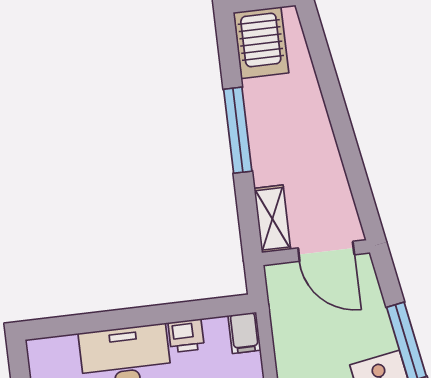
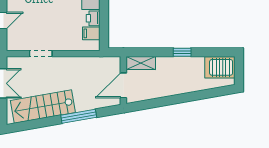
window: (238, 130) -> (182, 52), width x0.46
filing cabinet: (244, 333) -> (91, 33), moved

